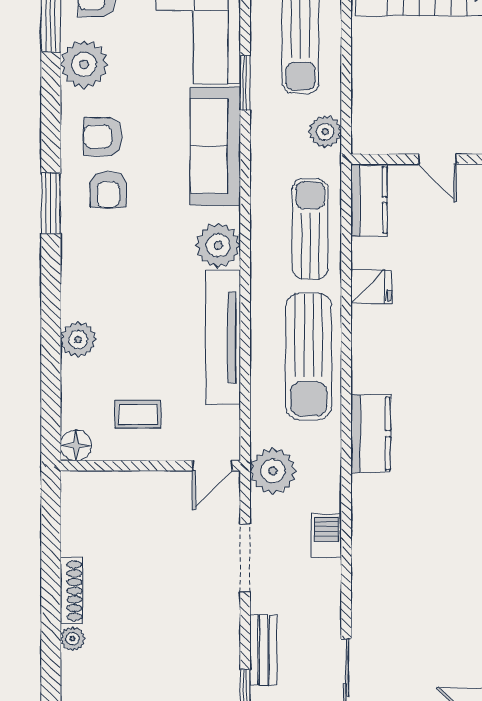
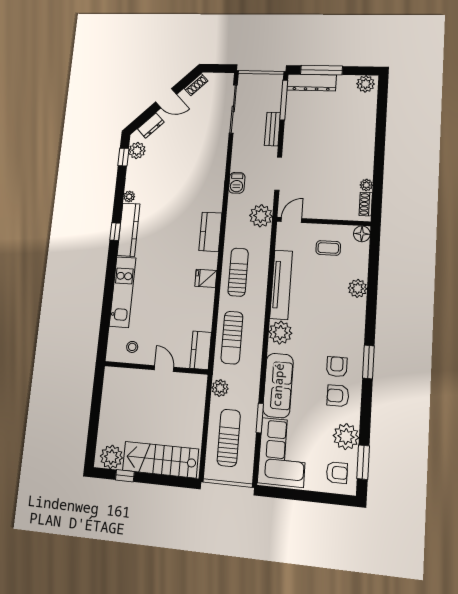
armchair: (103, 137) -> (338, 396), turned 180
fridge: (371, 287) -> (206, 278), moved
sun lounger: (309, 356) -> (238, 272), width x0.73, depth x0.75
shoe rack: (72, 591) -> (366, 204), moved, width x0.70
plant: (73, 639) -> (366, 185), moved

